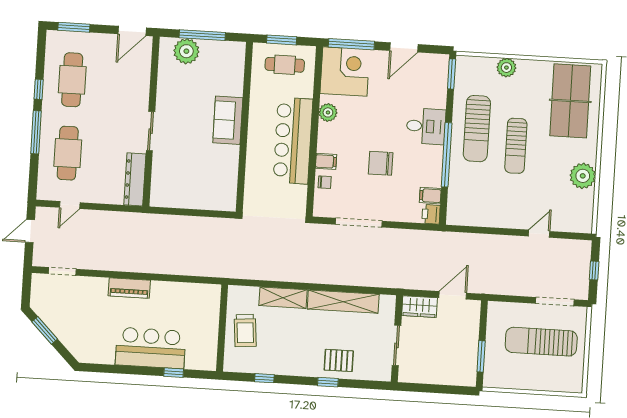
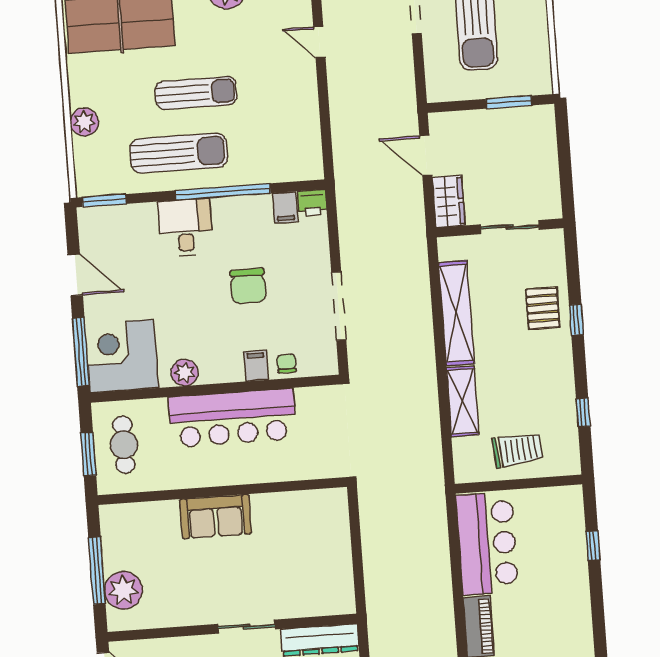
bar counter: (151, 348) -> (487, 544), moved, turned 180

